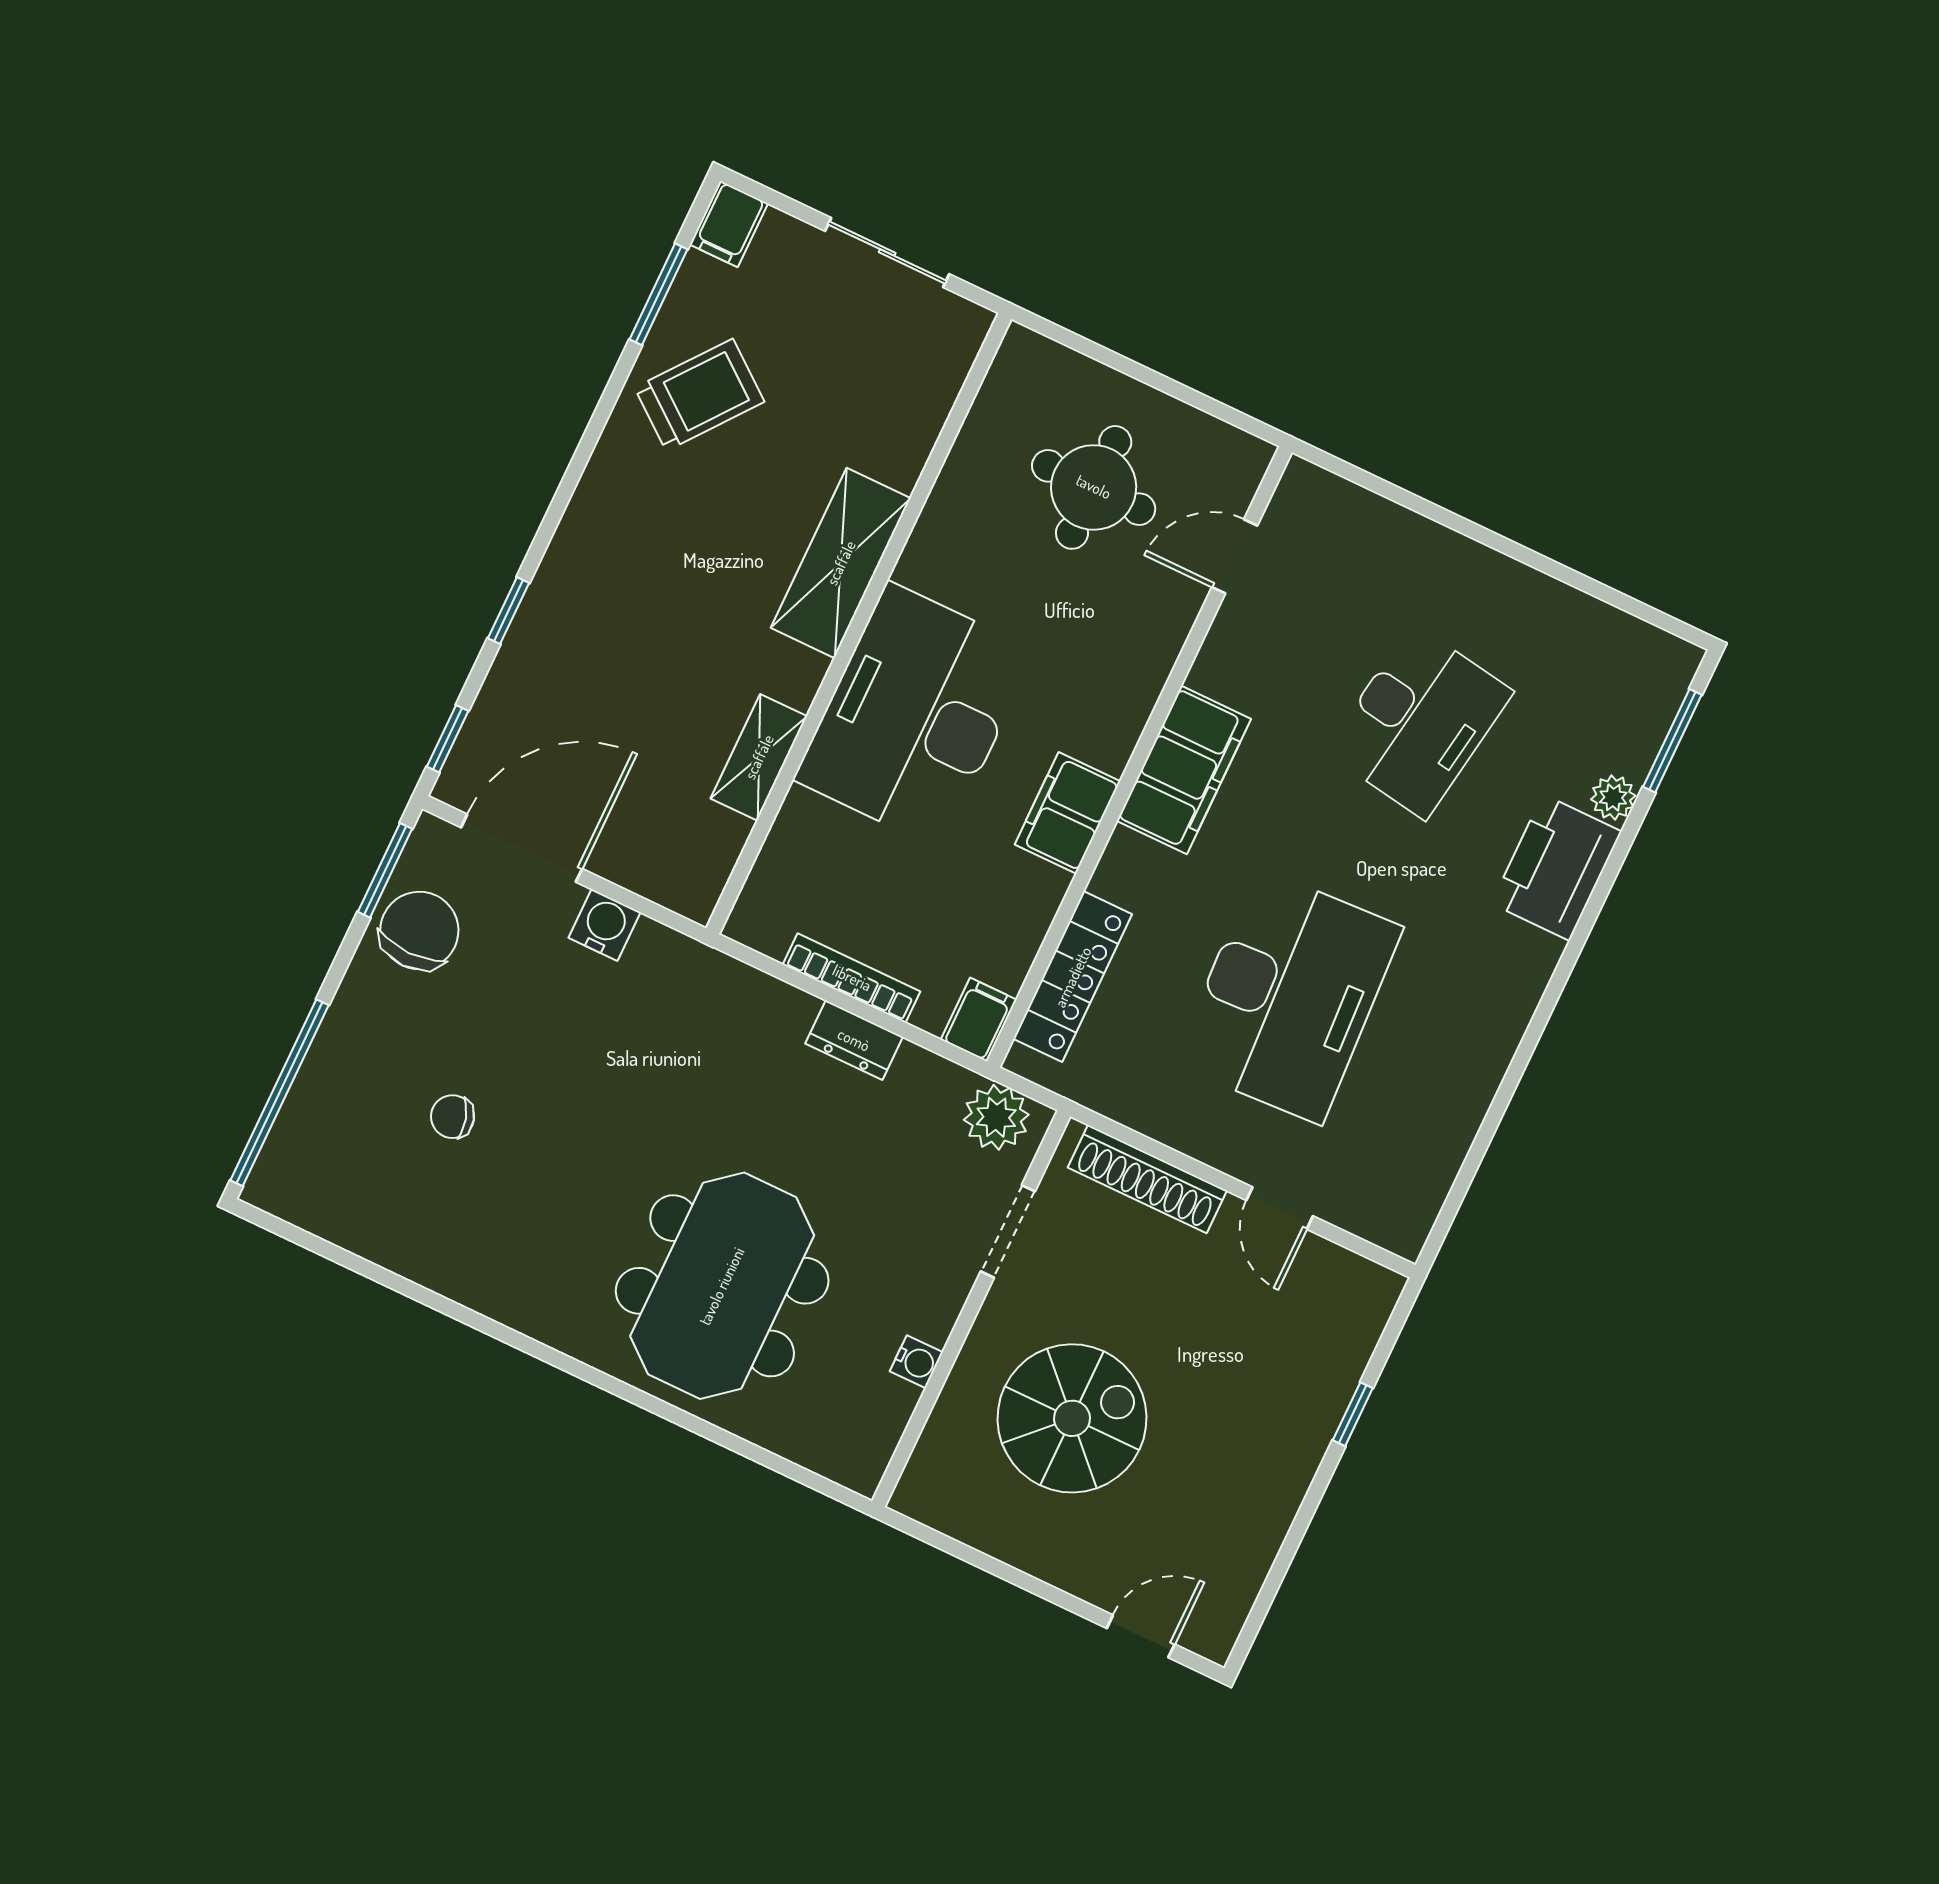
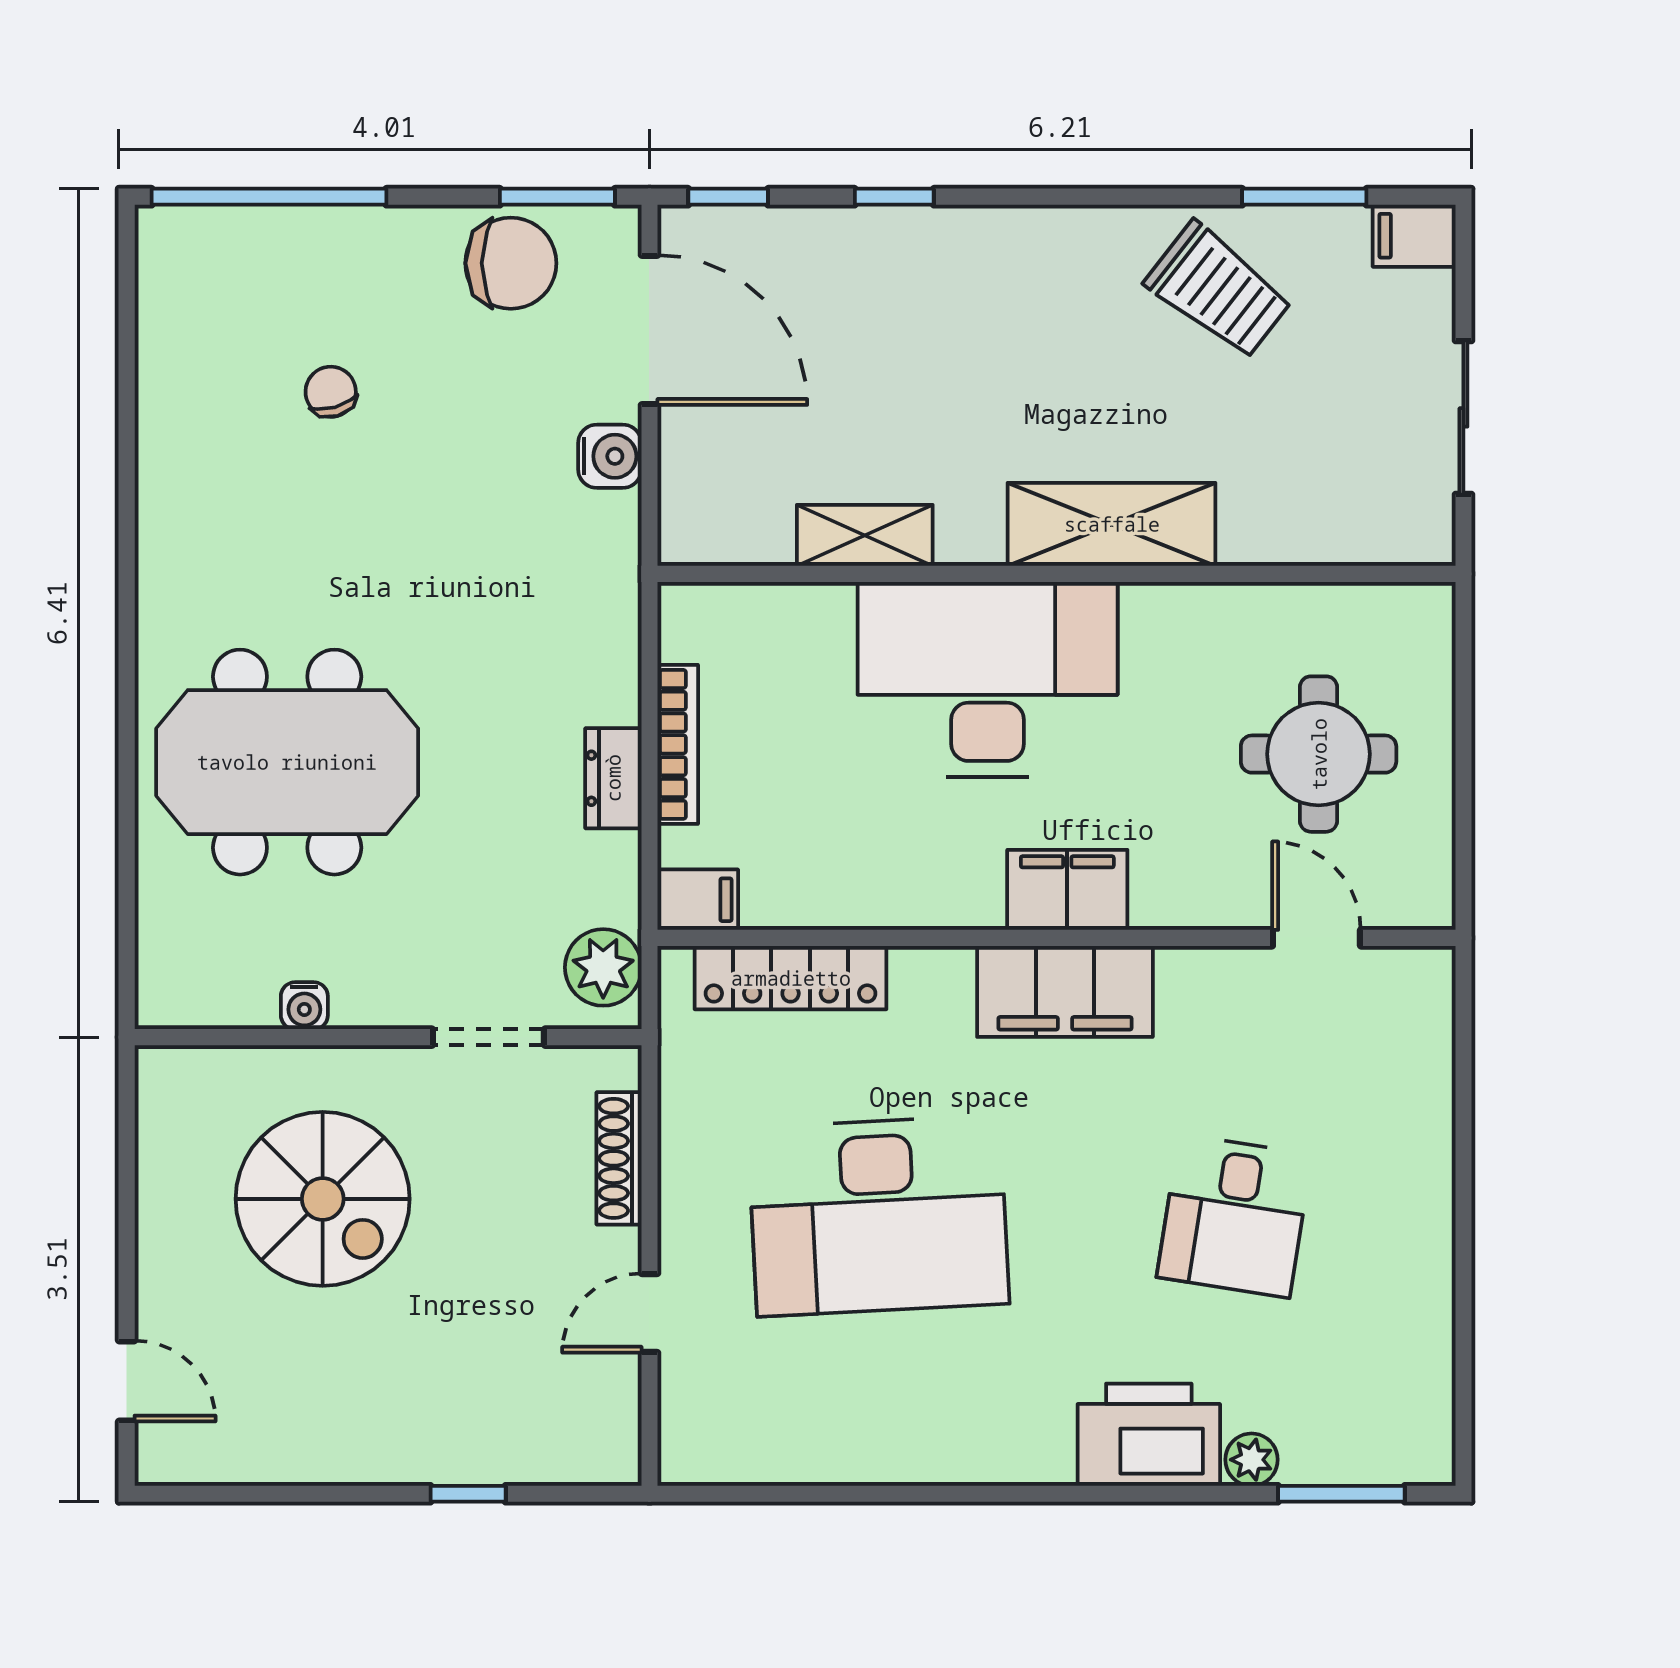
desk: (1419, 721) -> (1234, 1216), width x0.73
filing cabinet: (1067, 813) -> (1067, 890), moved
shoe rack: (1147, 1179) -> (619, 1158), width x0.74, depth x0.81

